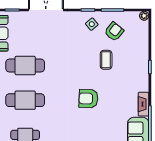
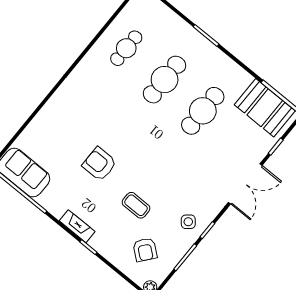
armchair: (114, 32) -> (145, 250), moved
armchair: (88, 99) -> (99, 164), moved, turned -92
fireplace: (144, 104) -> (77, 226), moved

